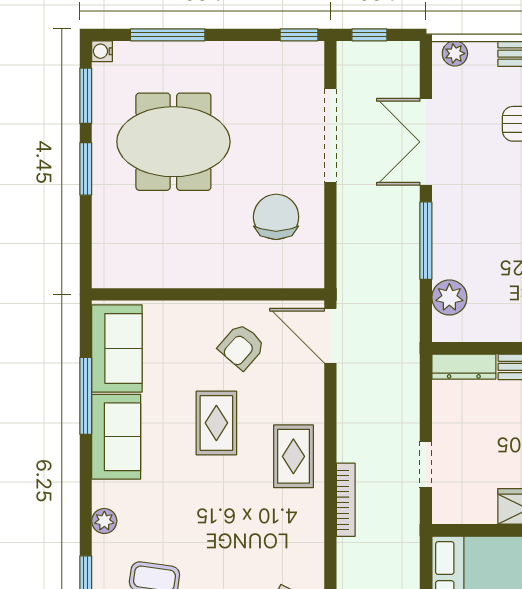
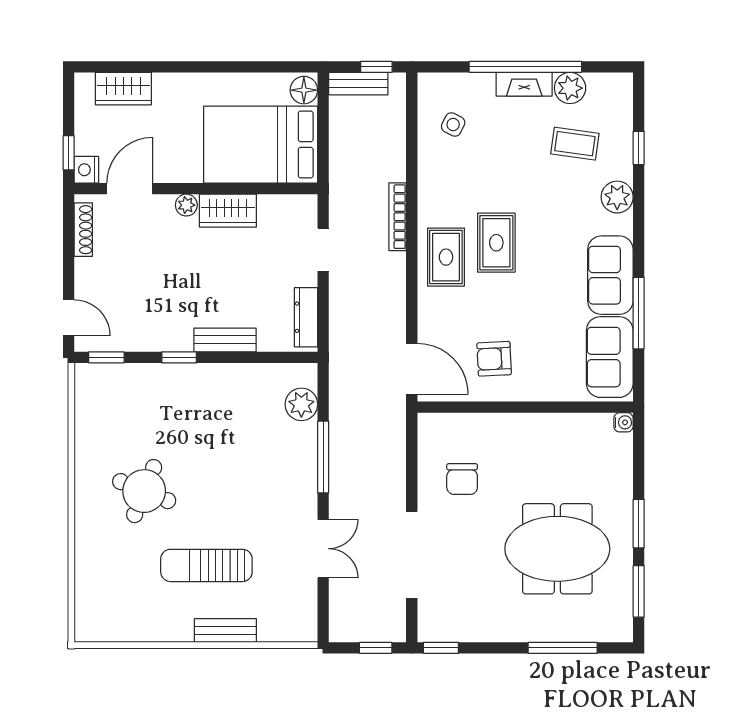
water cooler: (102, 51) -> (623, 422), moved
plant: (455, 53) -> (296, 631), removed
double door: (426, 142) -> (323, 549), width x0.73
chair: (276, 217) -> (462, 479), width x0.73, depth x0.73
armchair: (242, 347) -> (494, 359), turned -134
dresser: (464, 367) -> (306, 317), moved, turned -90
rug: (216, 423) -> (496, 243), moved
plant: (104, 521) -> (617, 197), width x1.38, depth x1.38

